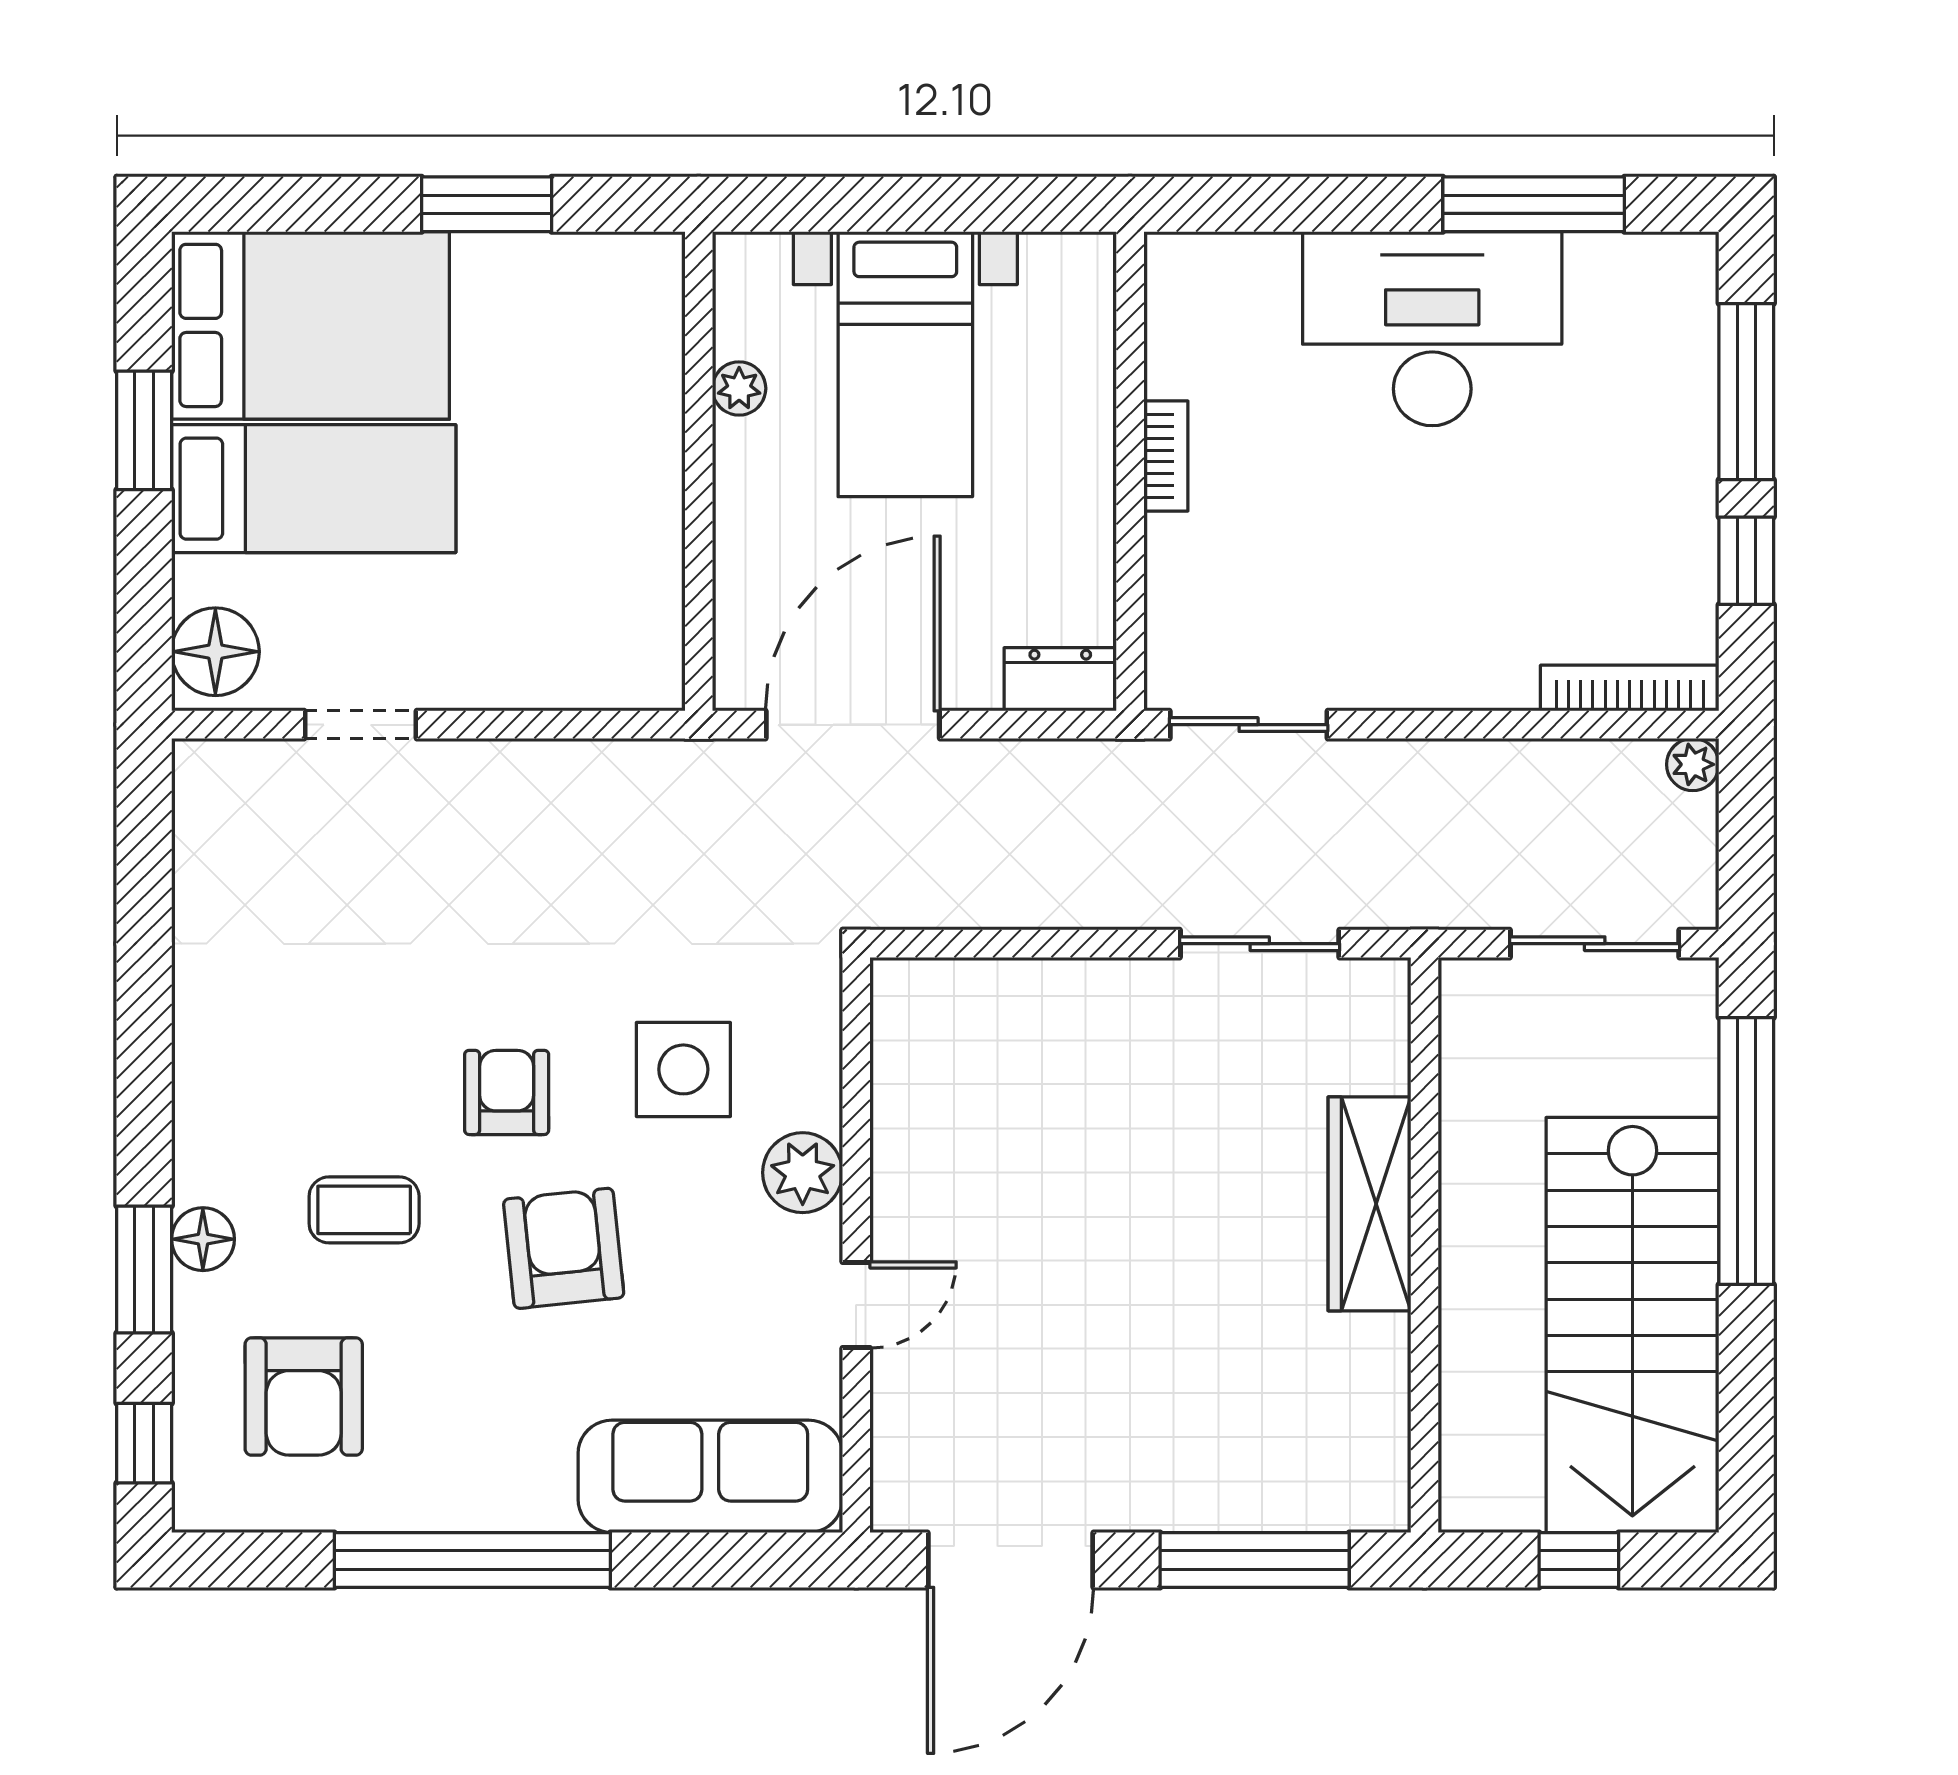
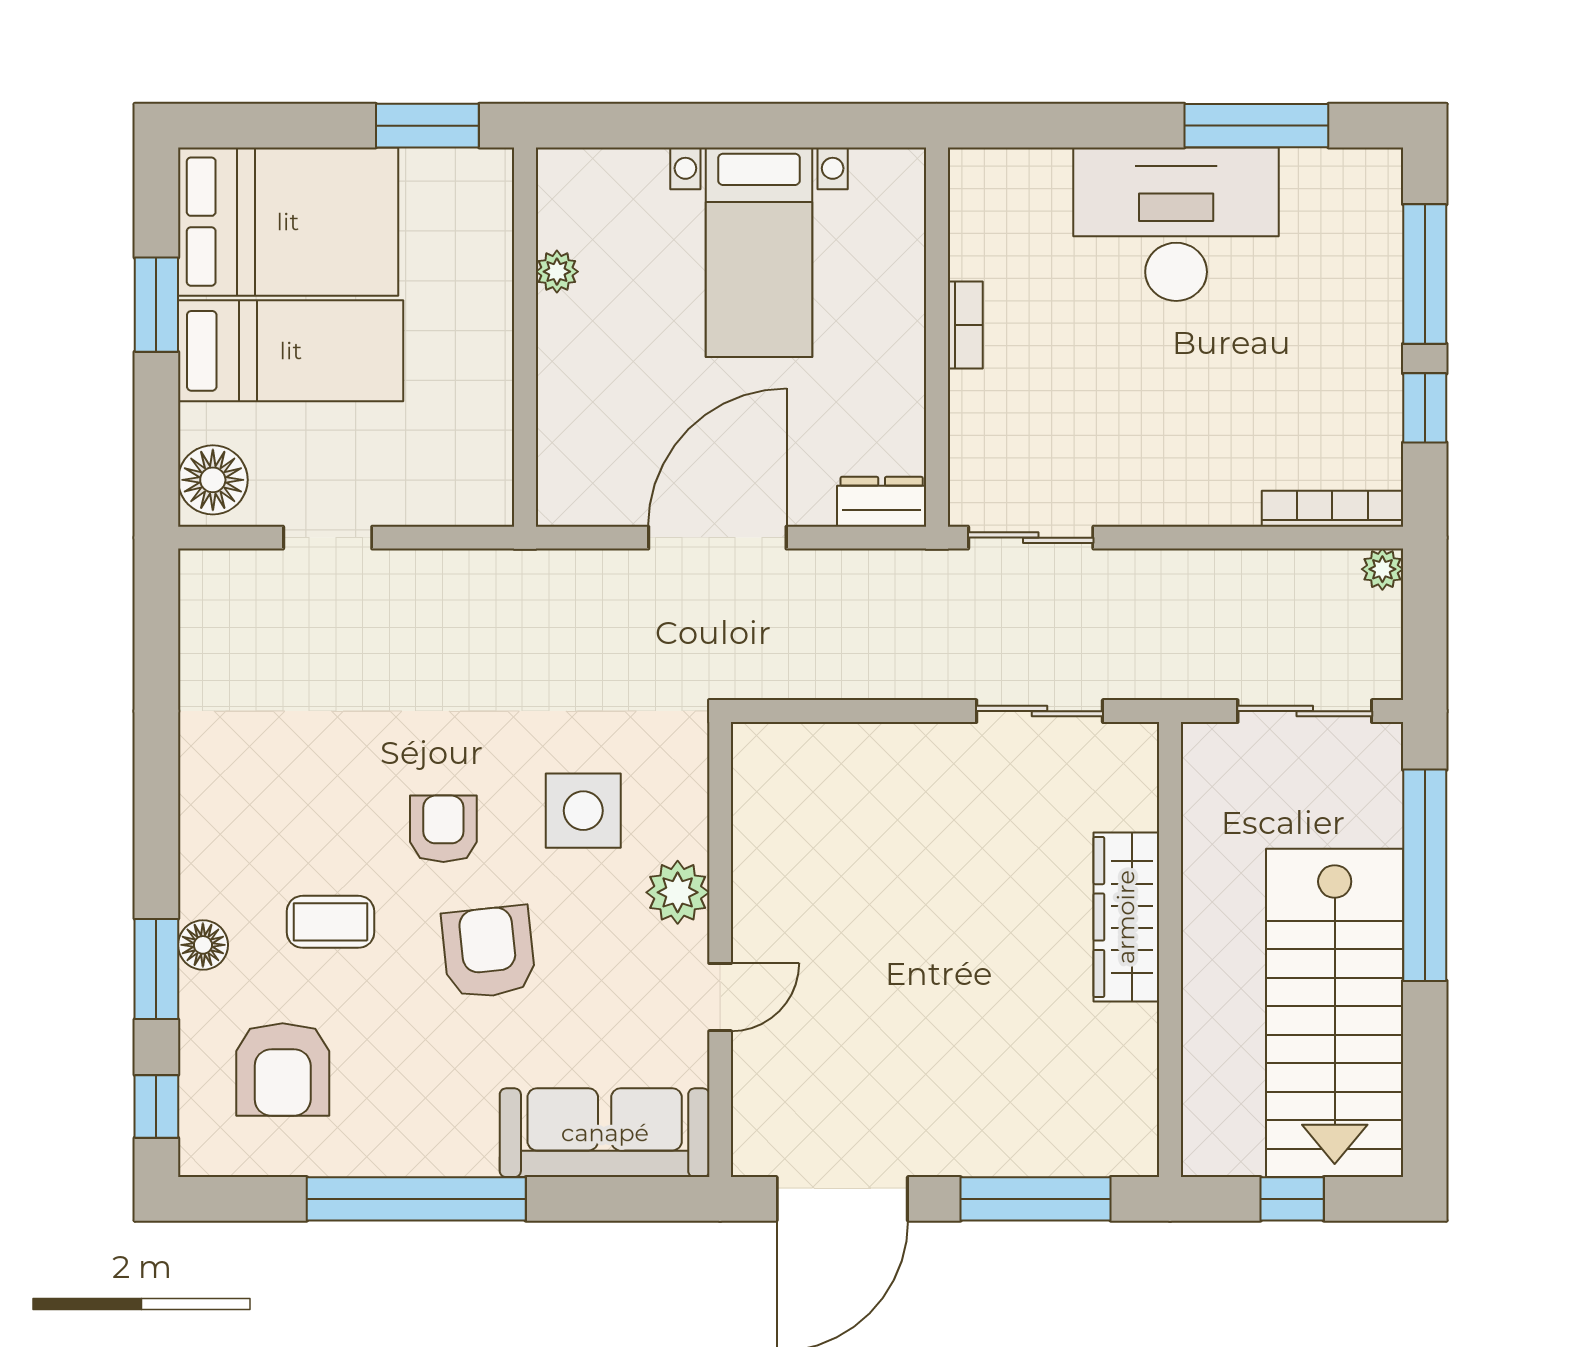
plant: (739, 388) -> (557, 272), moved
wall: (699, 471) -> (525, 337), moved

